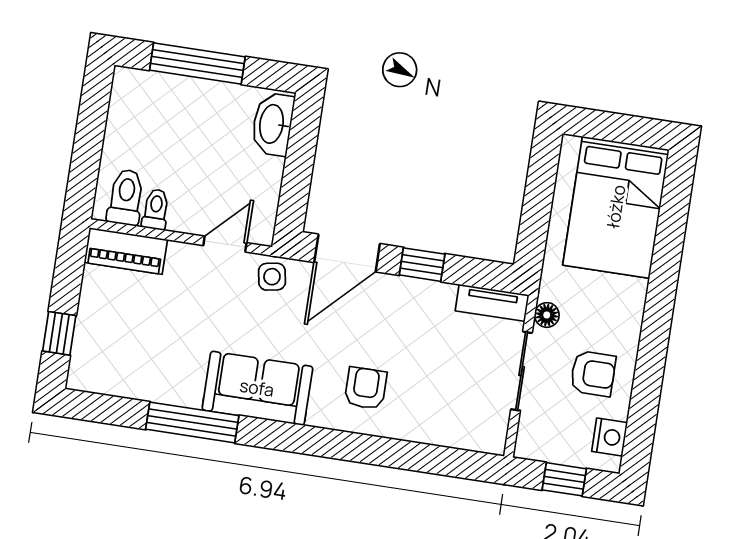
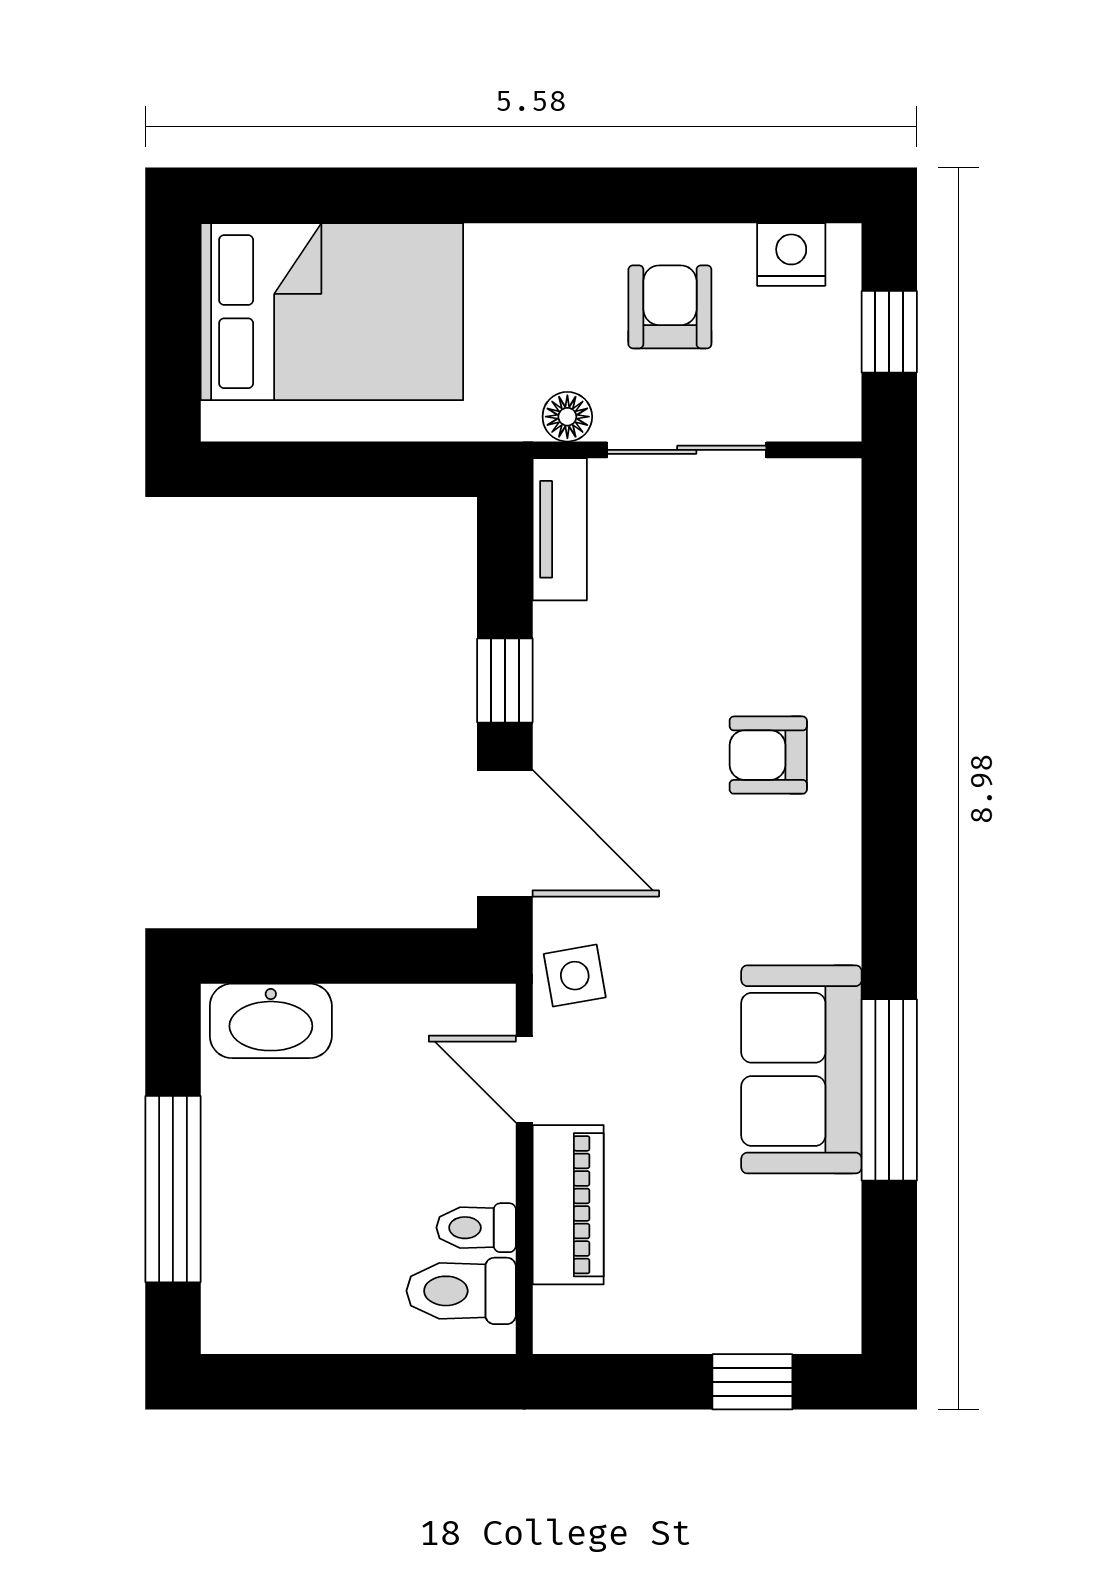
piano: (126, 251) -> (568, 1205), moved
sofa: (257, 388) -> (801, 1069), moved

